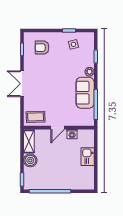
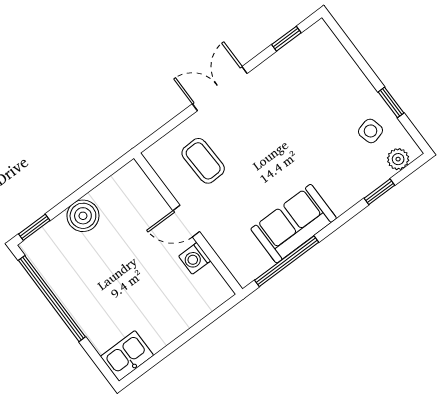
armchair: (42, 48) -> (319, 75), removed
plant: (90, 72) -> (398, 159), moved
coffee table: (36, 117) -> (203, 161), moved
shelving: (29, 141) -> (118, 186), removed
kitchen sink: (88, 157) -> (127, 356), moved

